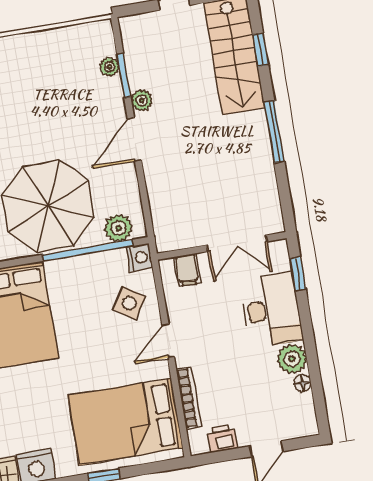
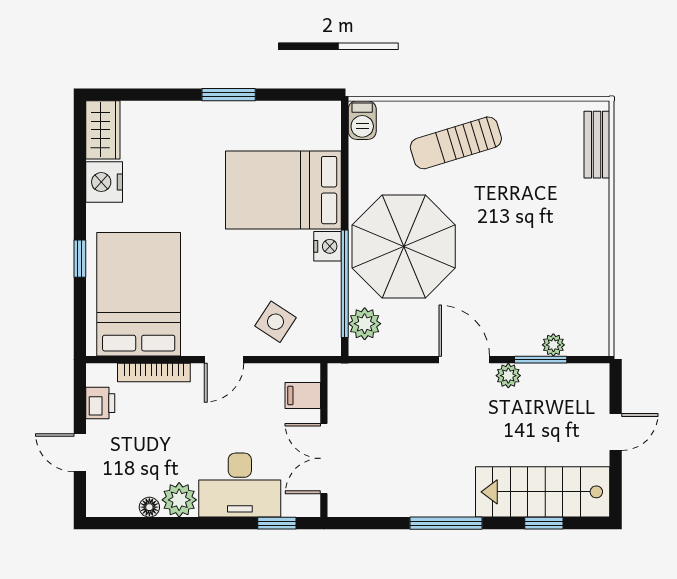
nightstand: (139, 258) -> (328, 246), moved, turned -90
door: (168, 341) -> (224, 360), swing flipped

